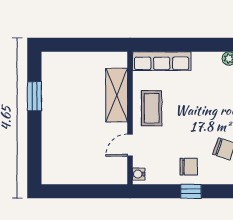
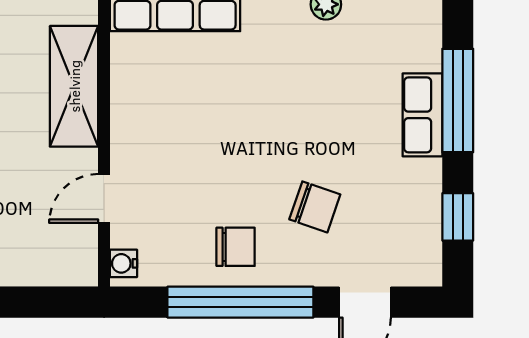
coffee table: (152, 108) -> (152, 116), removed
window: (191, 191) -> (240, 302), width x3.17

